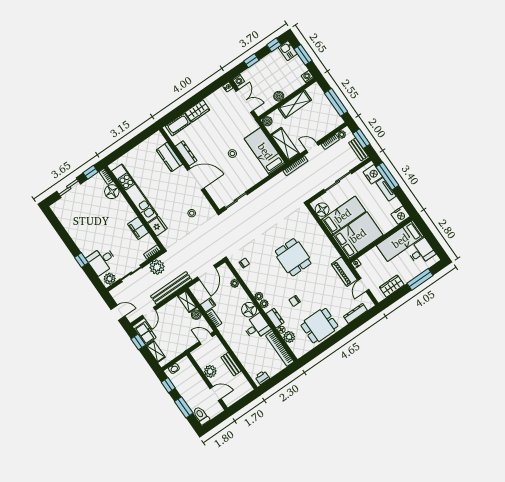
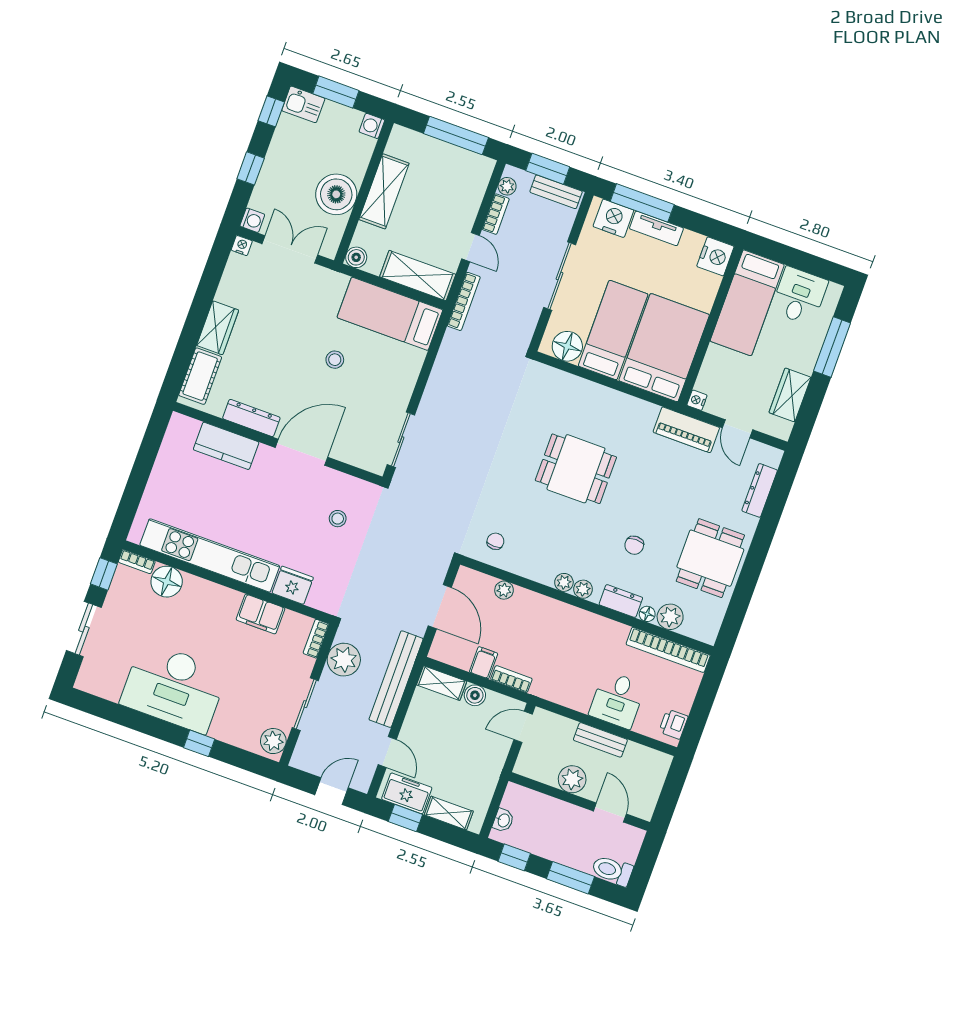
boiler: (279, 96) -> (336, 194), width x1.86, depth x1.86
door: (312, 148) -> (471, 247), swing flipped
desk: (102, 261) -> (174, 687), moved, width x1.87, depth x1.30
floor lamp: (249, 310) -> (563, 619), removed
desk: (257, 327) -> (617, 700), moved, turned 180
door: (216, 394) -> (610, 812), hinge flipped

